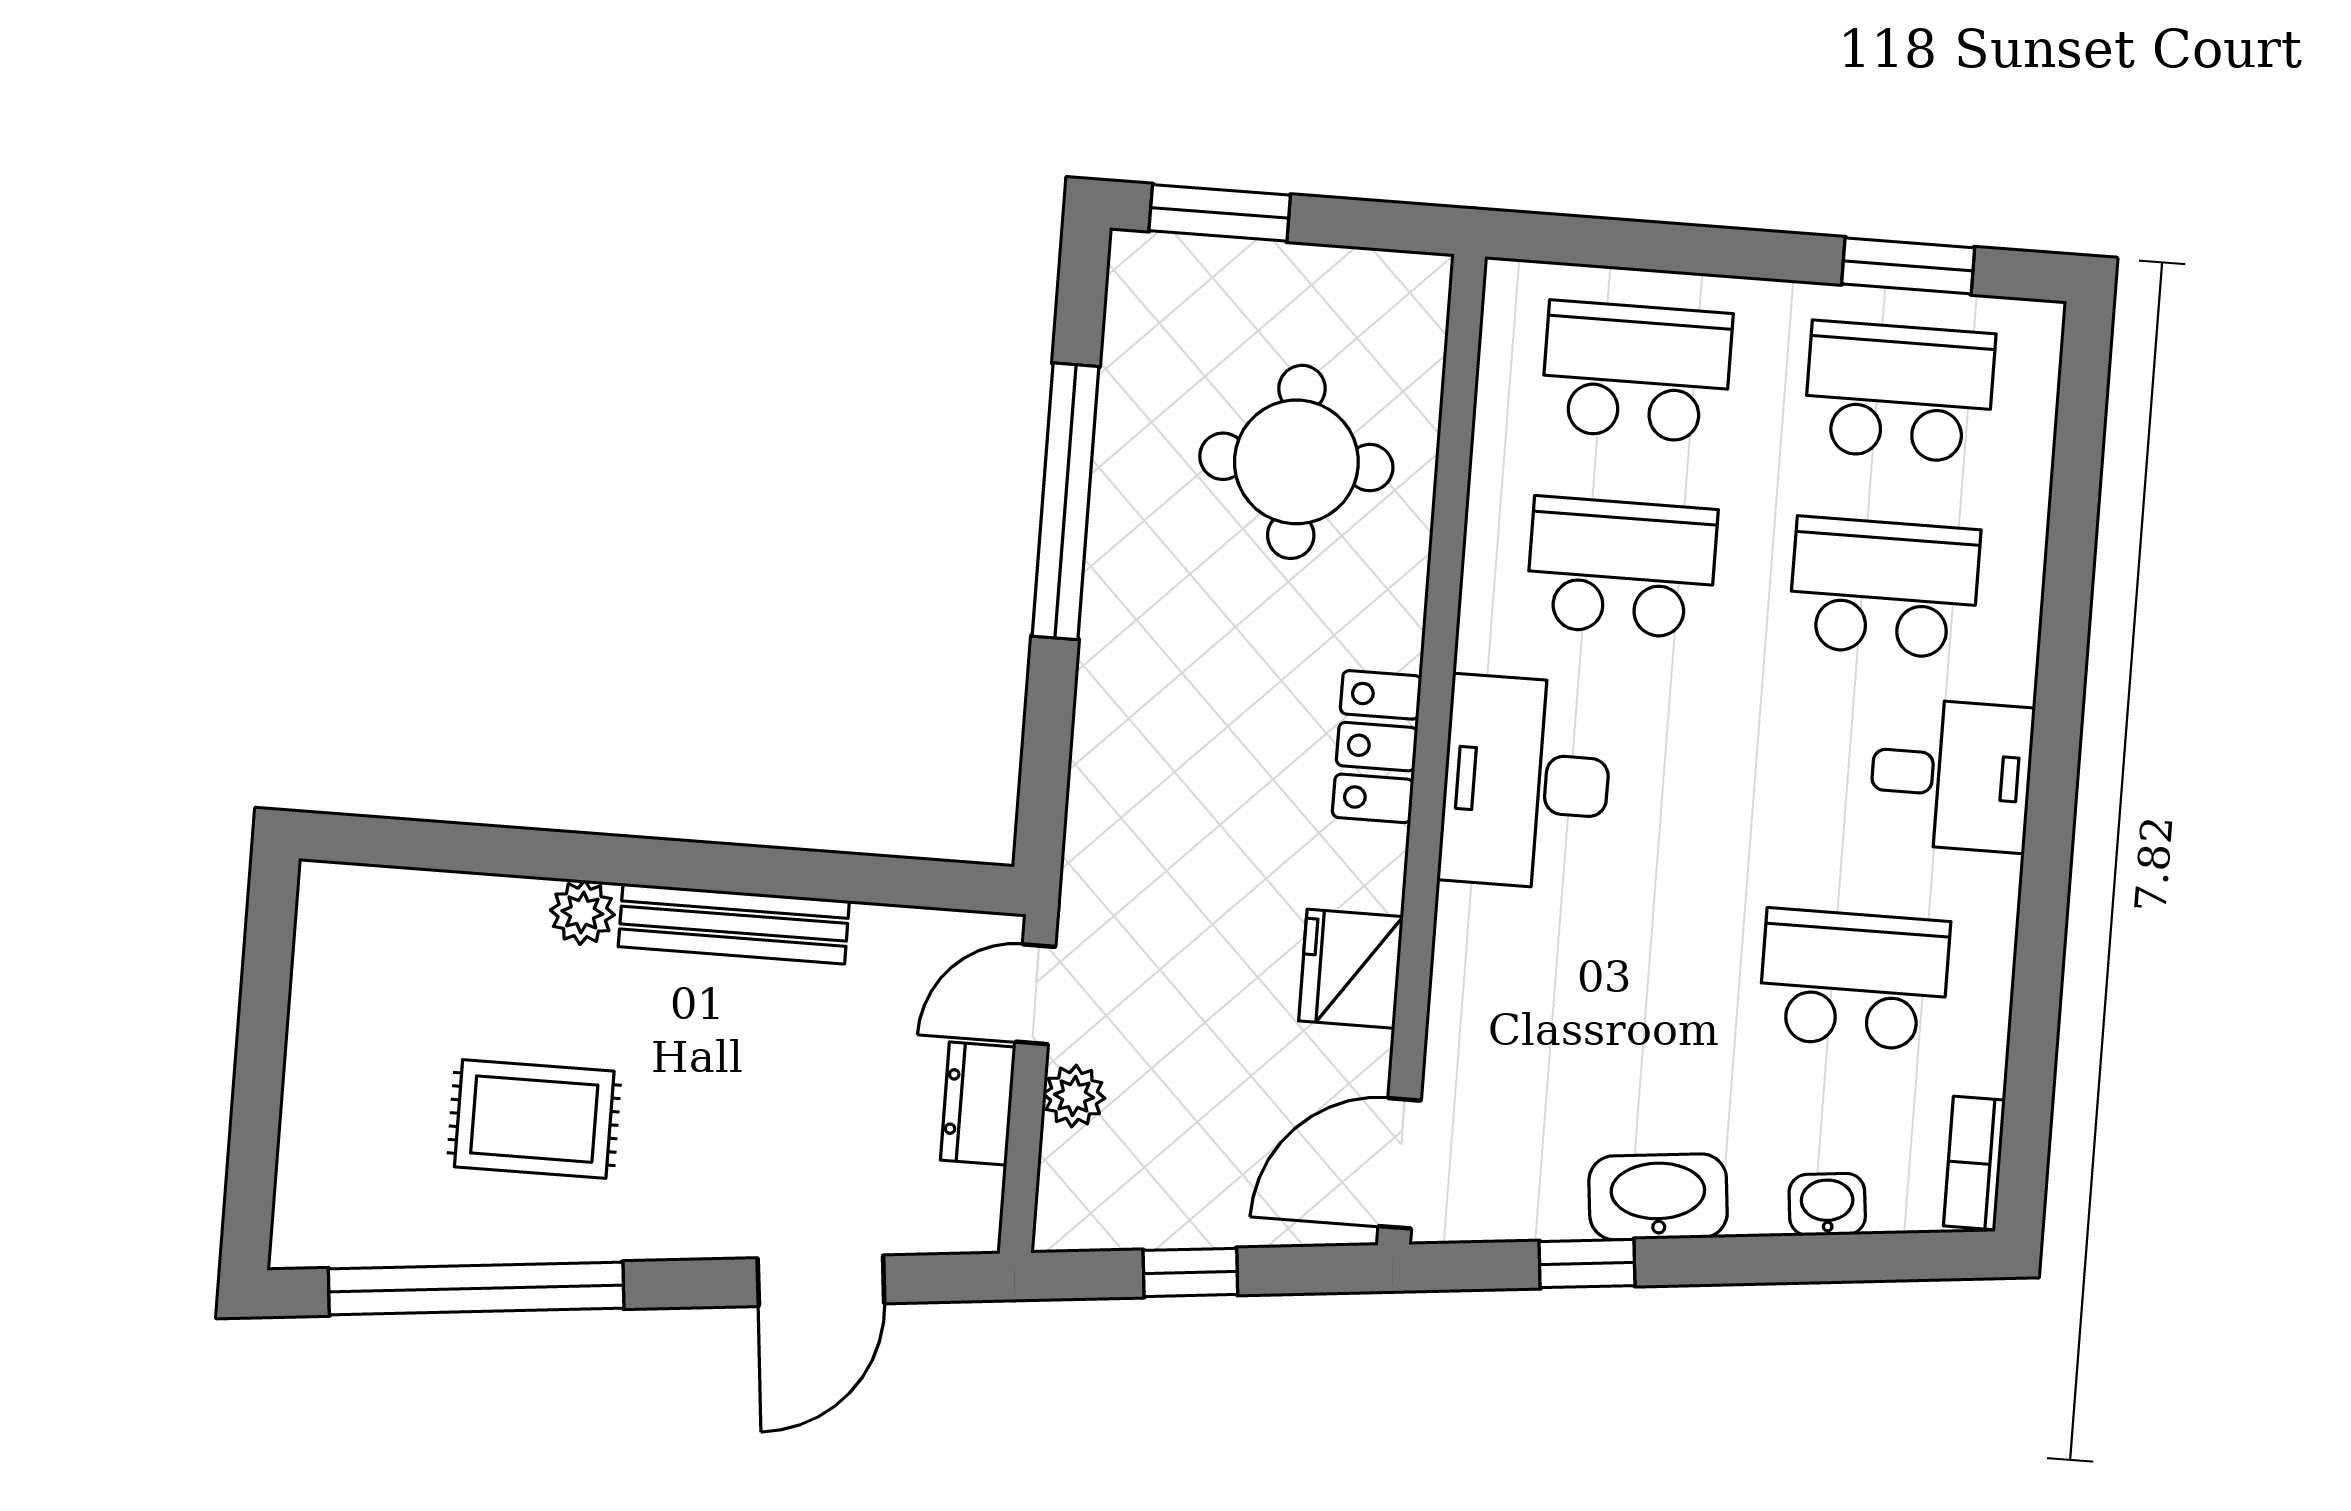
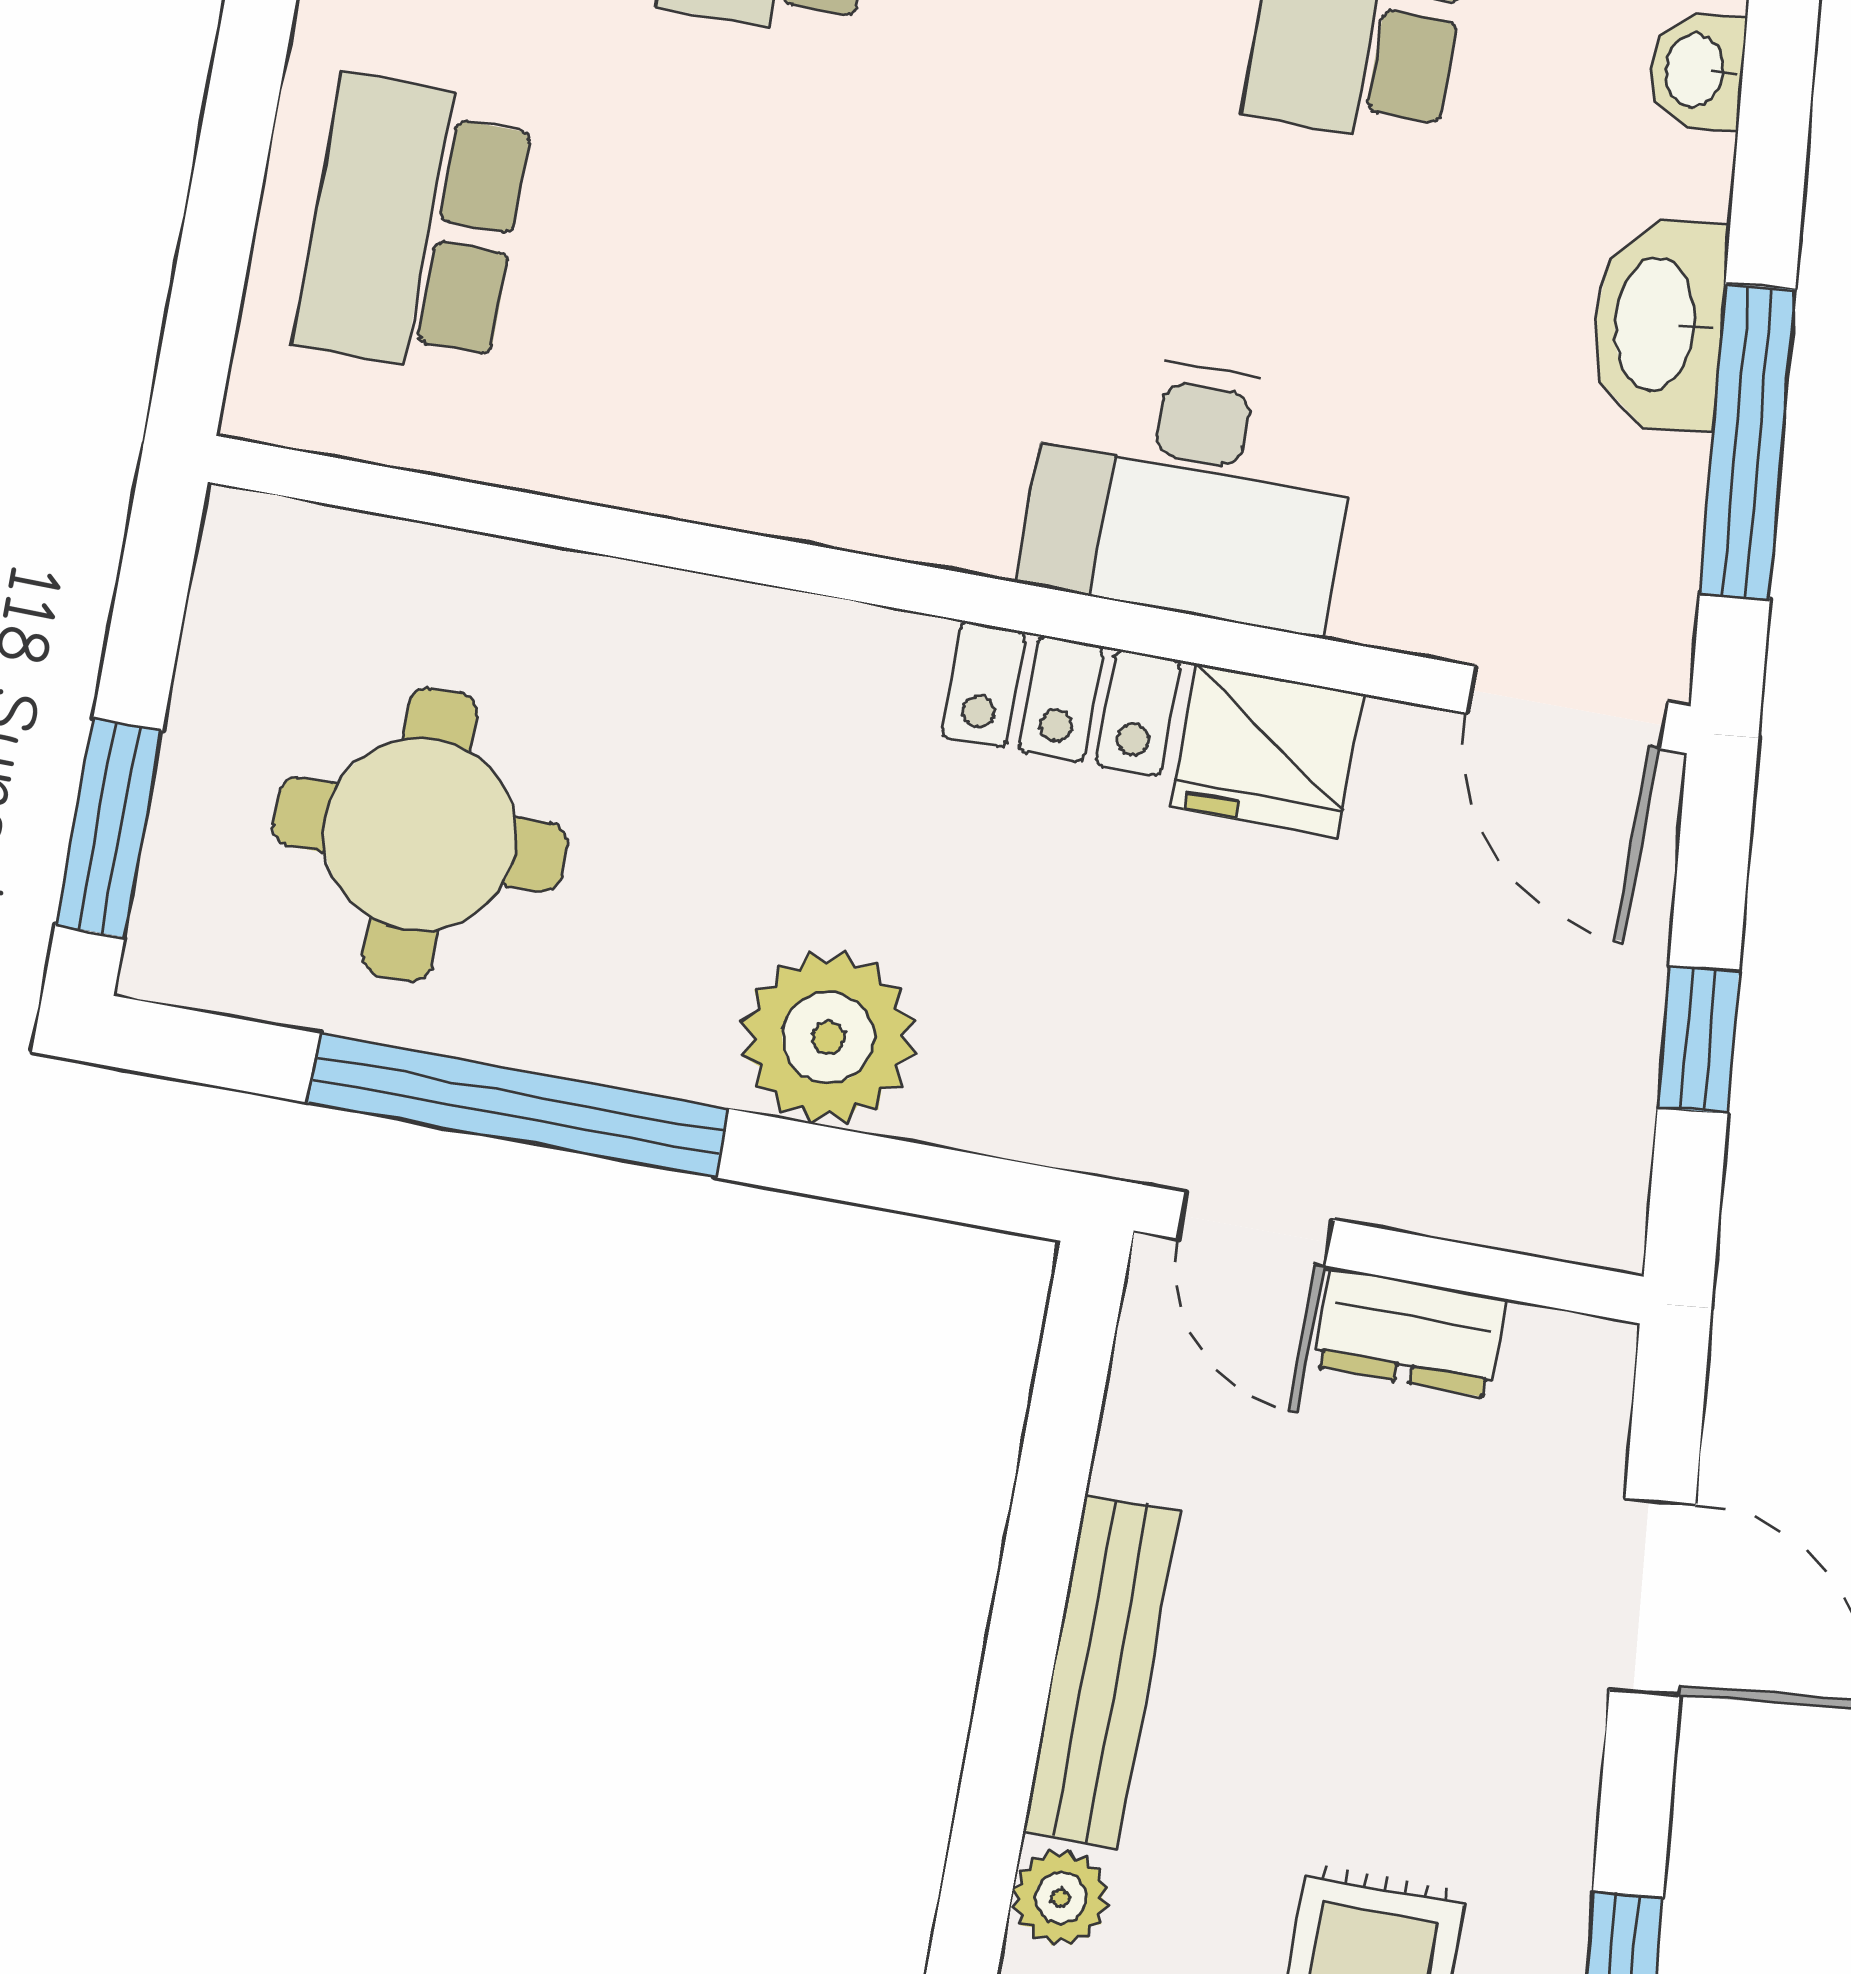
round table: (1296, 462) -> (420, 834), moved
school desk: (1621, 568) -> (706, 280), removed
locker: (1377, 747) -> (1061, 699), moved
desk: (1526, 783) -> (1191, 490), moved
plant: (1074, 1096) -> (828, 1038), moved, width x1.87, depth x1.87
window: (1587, 1264) -> (1748, 441), width x2.17

